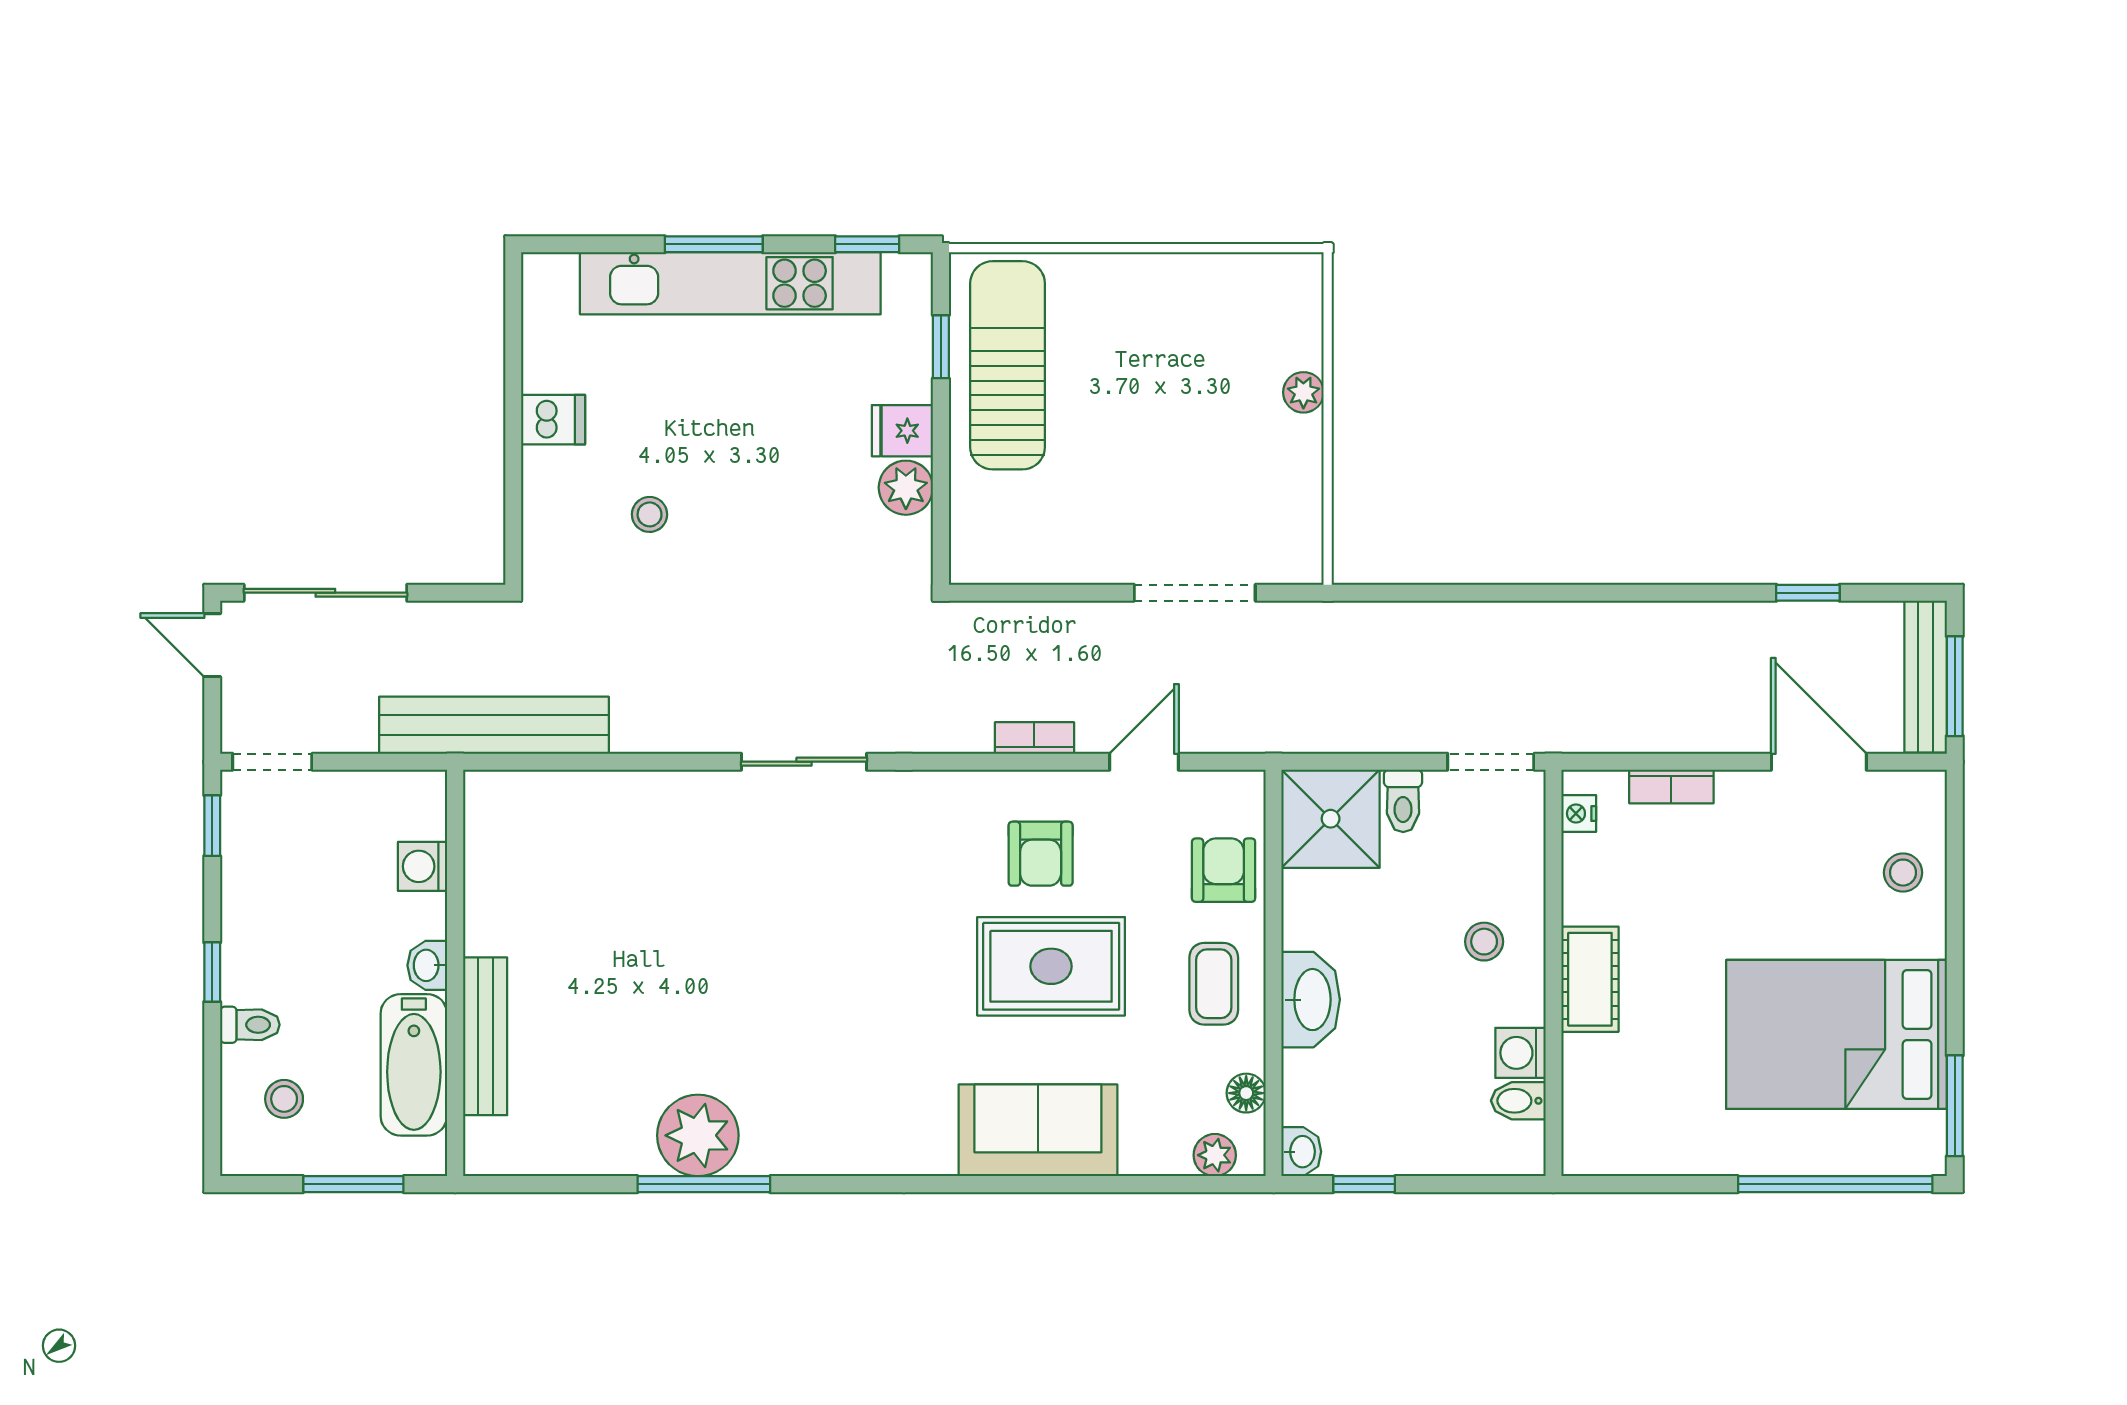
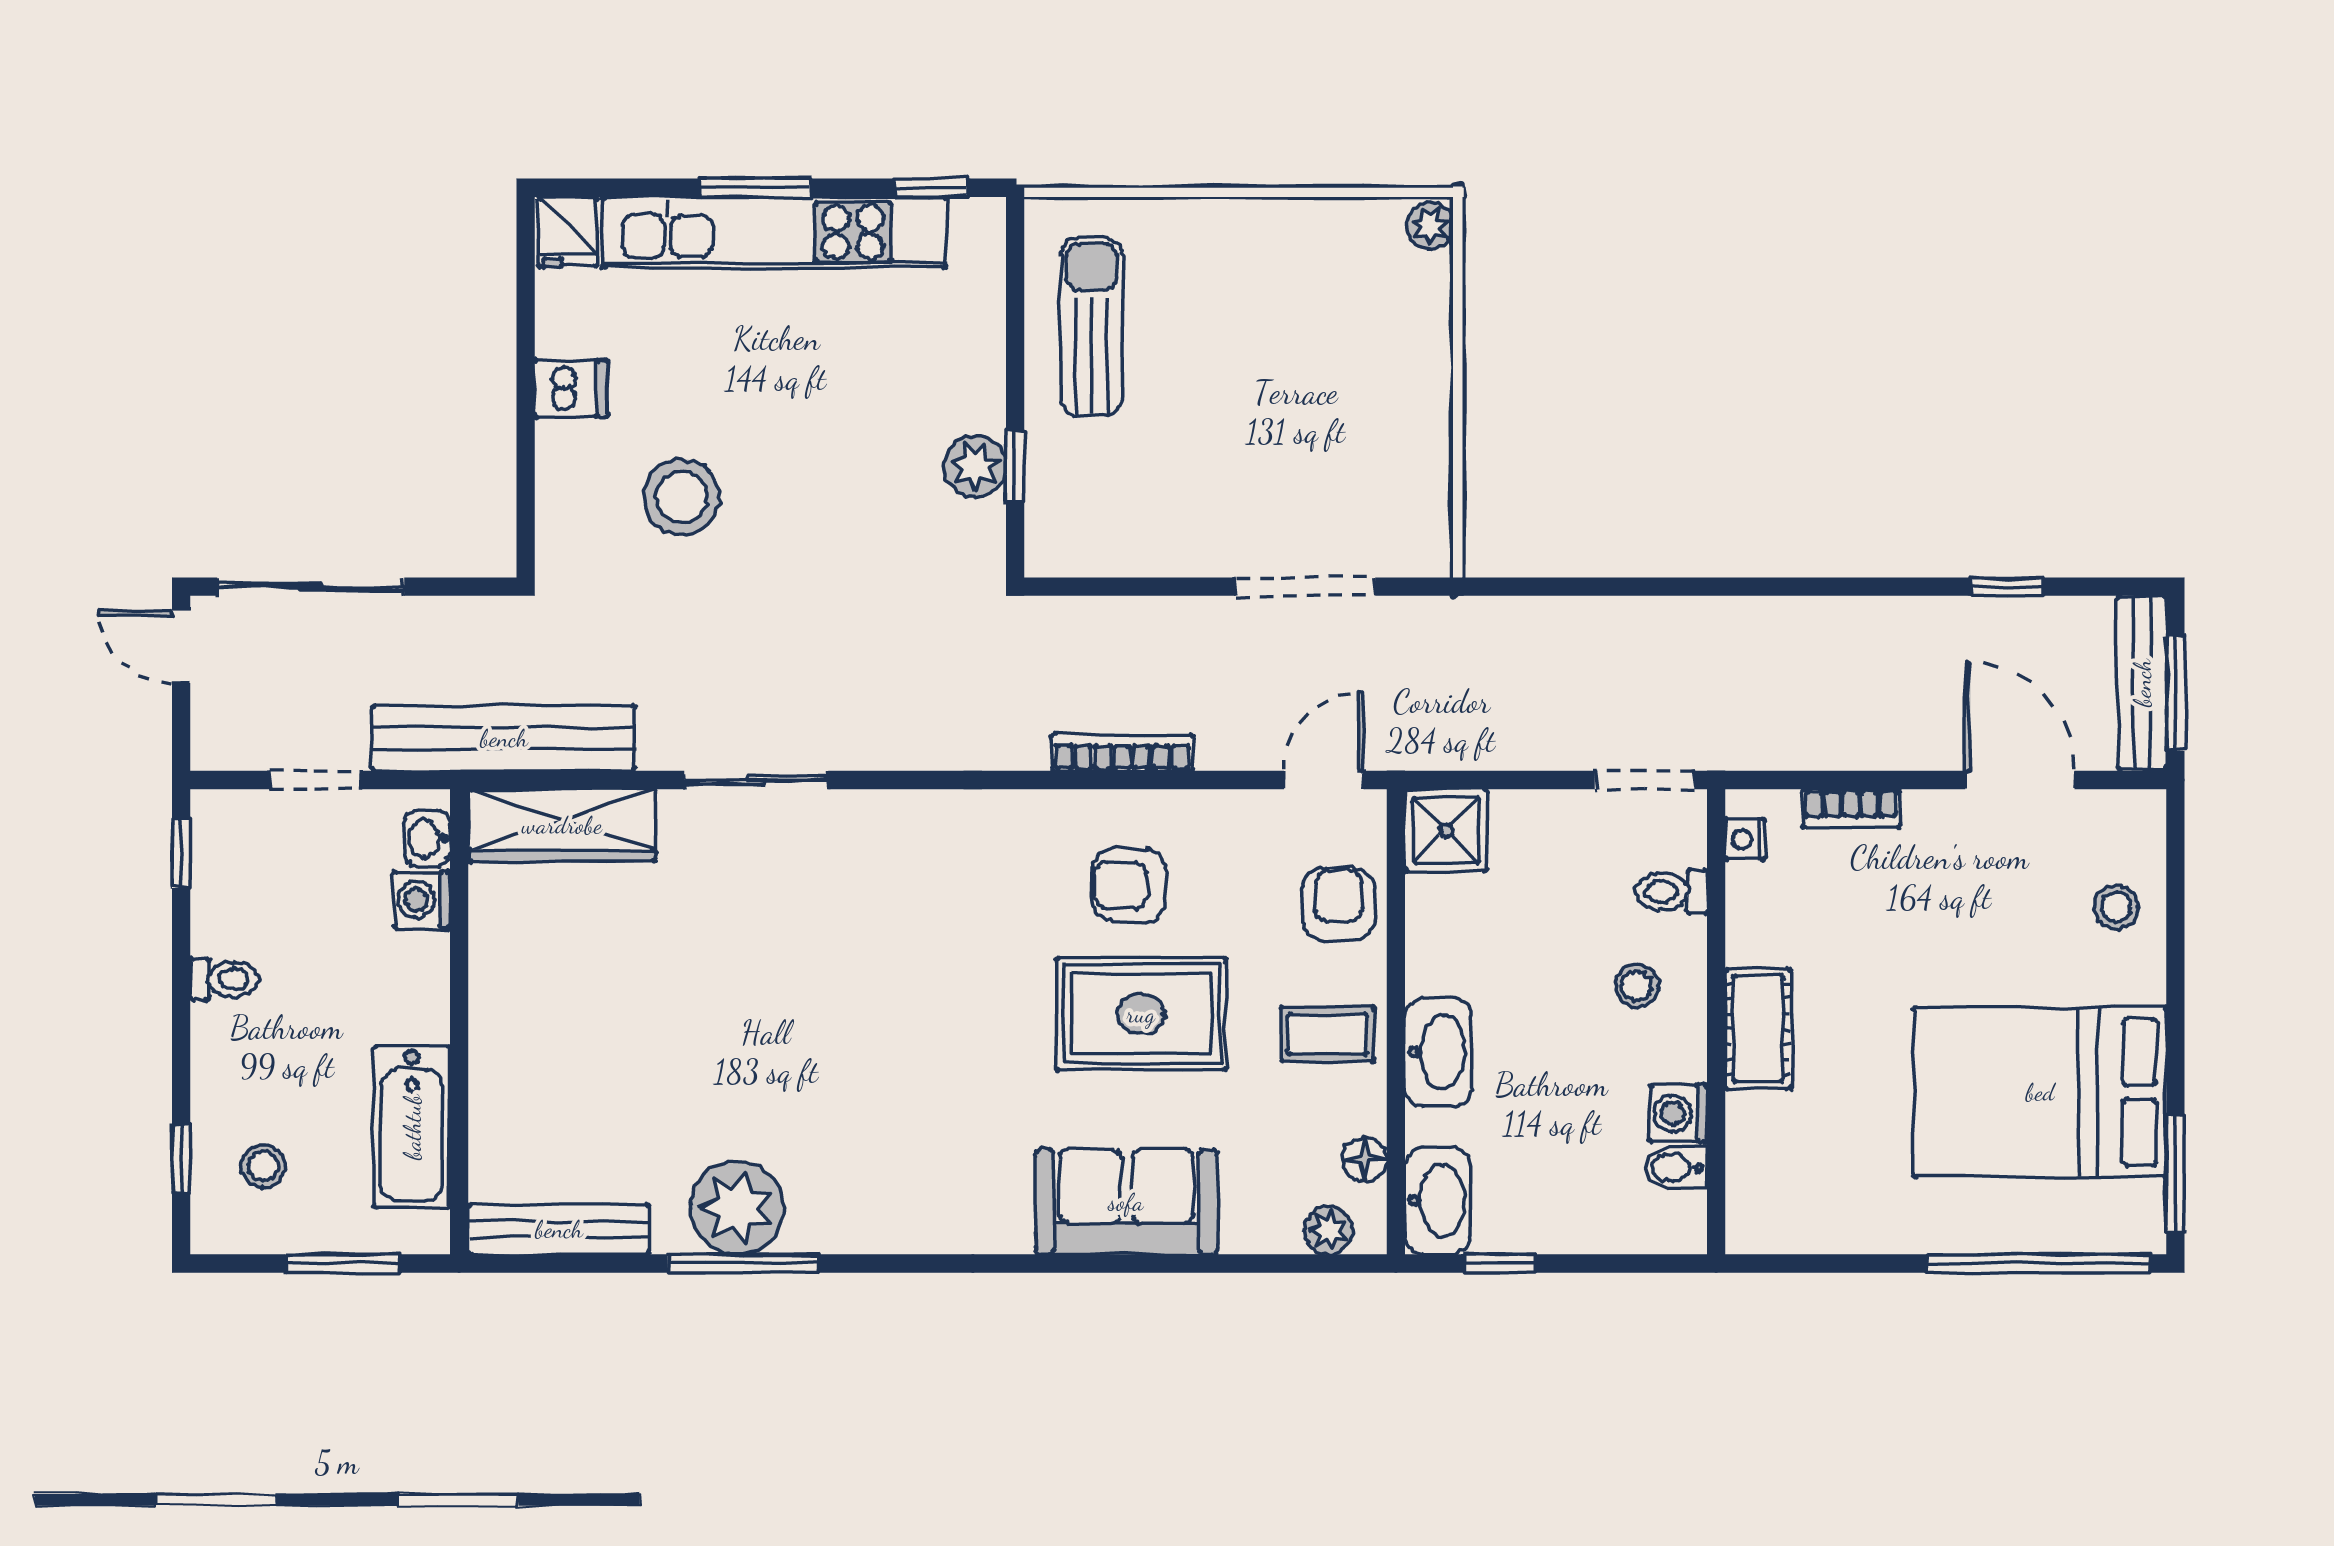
window: (941, 347) -> (1015, 467), moved
sun lounger: (1008, 365) -> (1091, 326), width x0.73, depth x0.75
plant: (1303, 392) -> (1430, 226), moved
fridge: (902, 431) -> (568, 232), moved, turned -90
stool: (650, 514) -> (682, 497), width x1.89, depth x1.89
bookcase: (1034, 738) -> (1122, 753), width x1.56
doorway: (272, 762) -> (315, 780), moved
sliding door: (804, 762) -> (756, 780), moved
door: (1144, 762) -> (1324, 780), moved
wardrobe: (545, 801) -> (562, 825), added
toilet: (1403, 801) -> (1671, 892), moved, turned 90
shower: (1331, 819) -> (1446, 830), width x0.73, depth x0.73
armchair: (1041, 854) -> (1129, 885), turned 92
washbasin: (427, 965) -> (427, 839), moved
window: (212, 972) -> (181, 1158), moved
coffee table: (1214, 984) -> (1327, 1034), turned 90
toilet: (250, 1025) -> (224, 979), moved
bench: (485, 1036) -> (559, 1229), moved, turned 90
washbasin: (1301, 1152) -> (1438, 1201), width x1.91, depth x1.45

